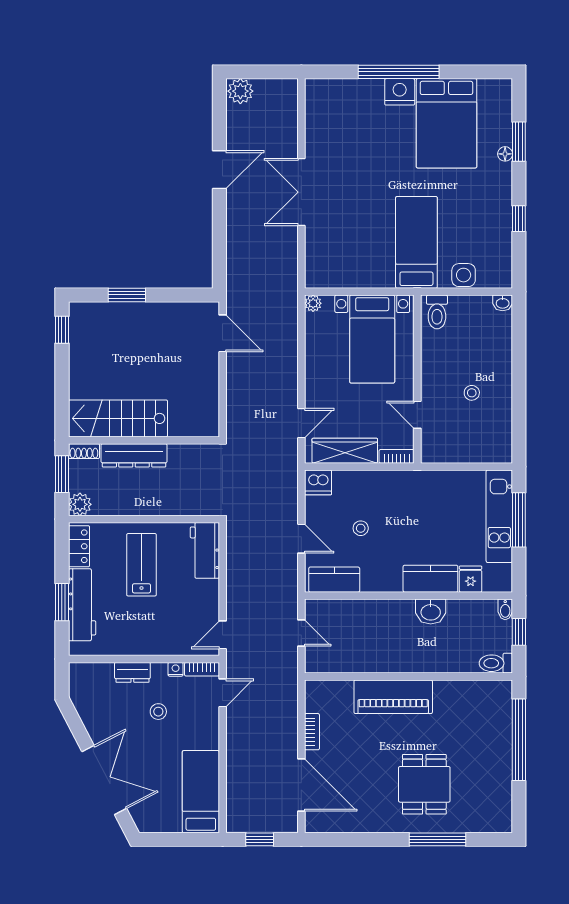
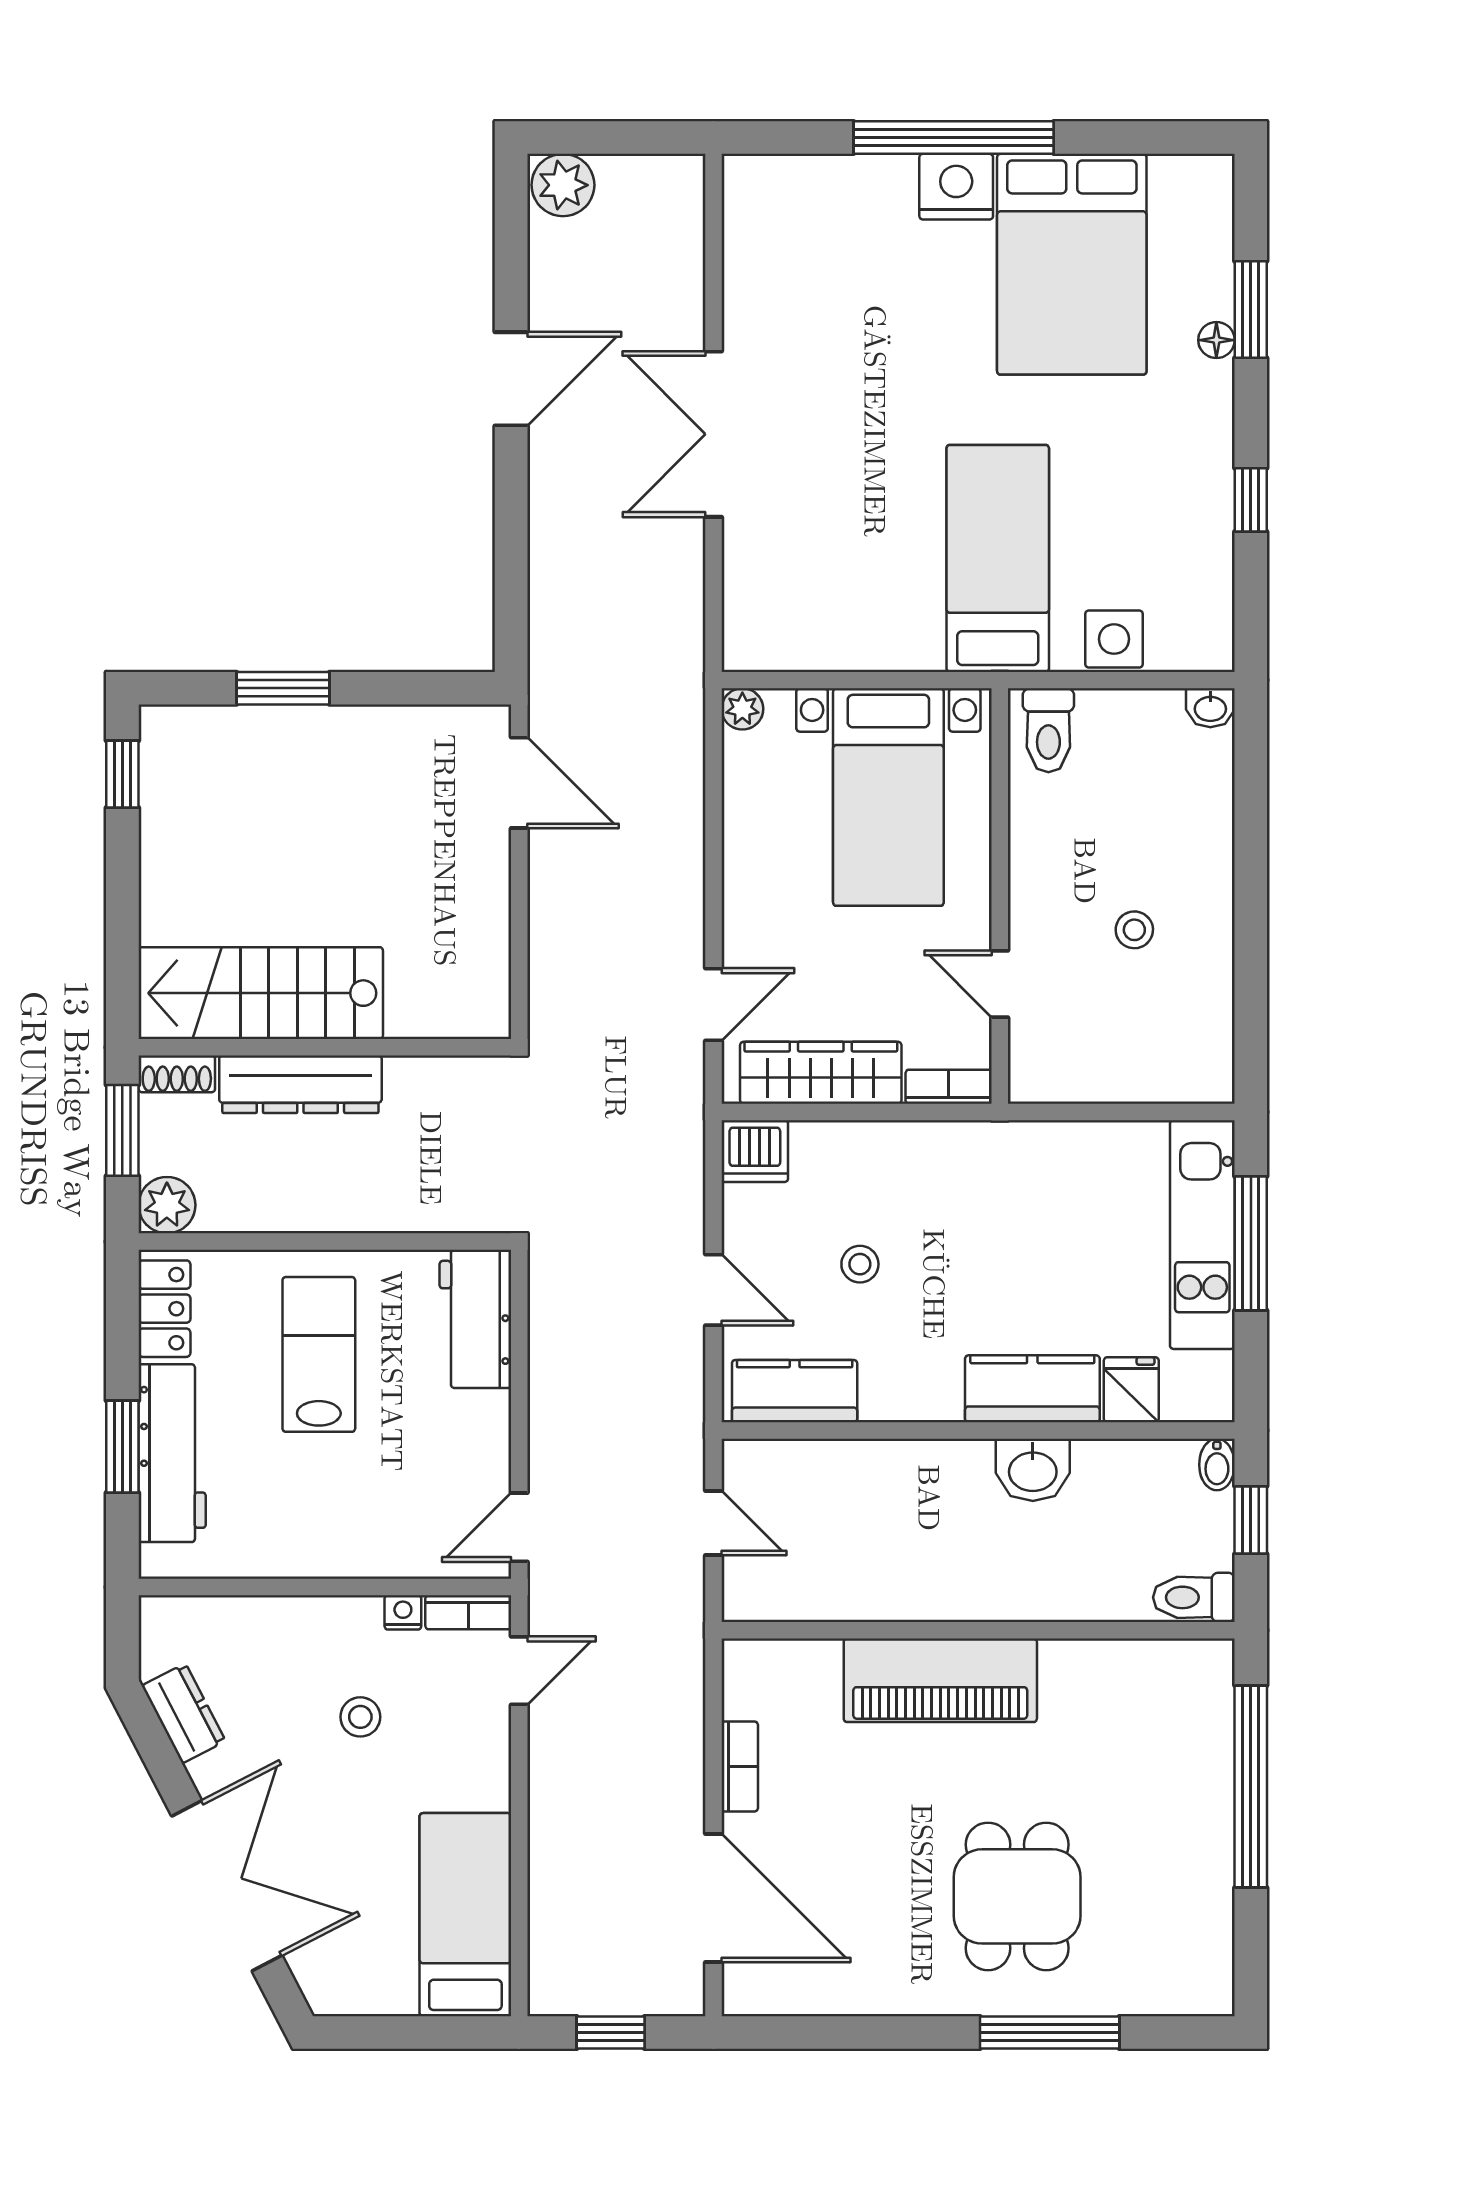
dresser: (132, 672) -> (184, 1713), moved, turned -117

